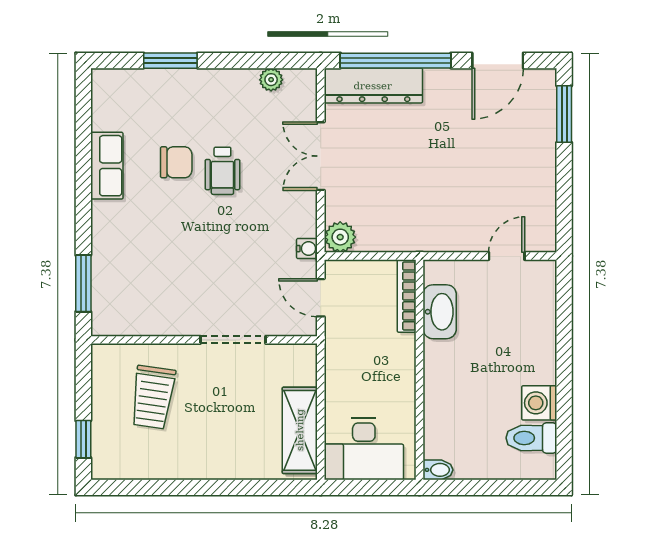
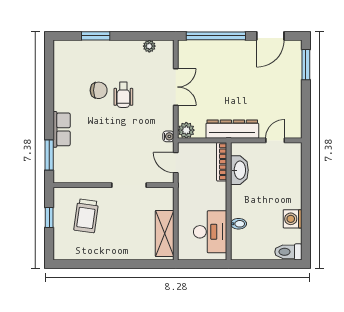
dresser: (373, 86) -> (232, 129), moved, turned 180
double door: (321, 156) -> (176, 87), swing flipped
row of seats: (107, 166) -> (62, 129), moved
toilet: (531, 438) -> (288, 252), moved
window: (83, 439) -> (49, 218), moved
desk: (364, 449) -> (210, 232), moved, turned -90
bidet: (438, 470) -> (238, 224), moved

